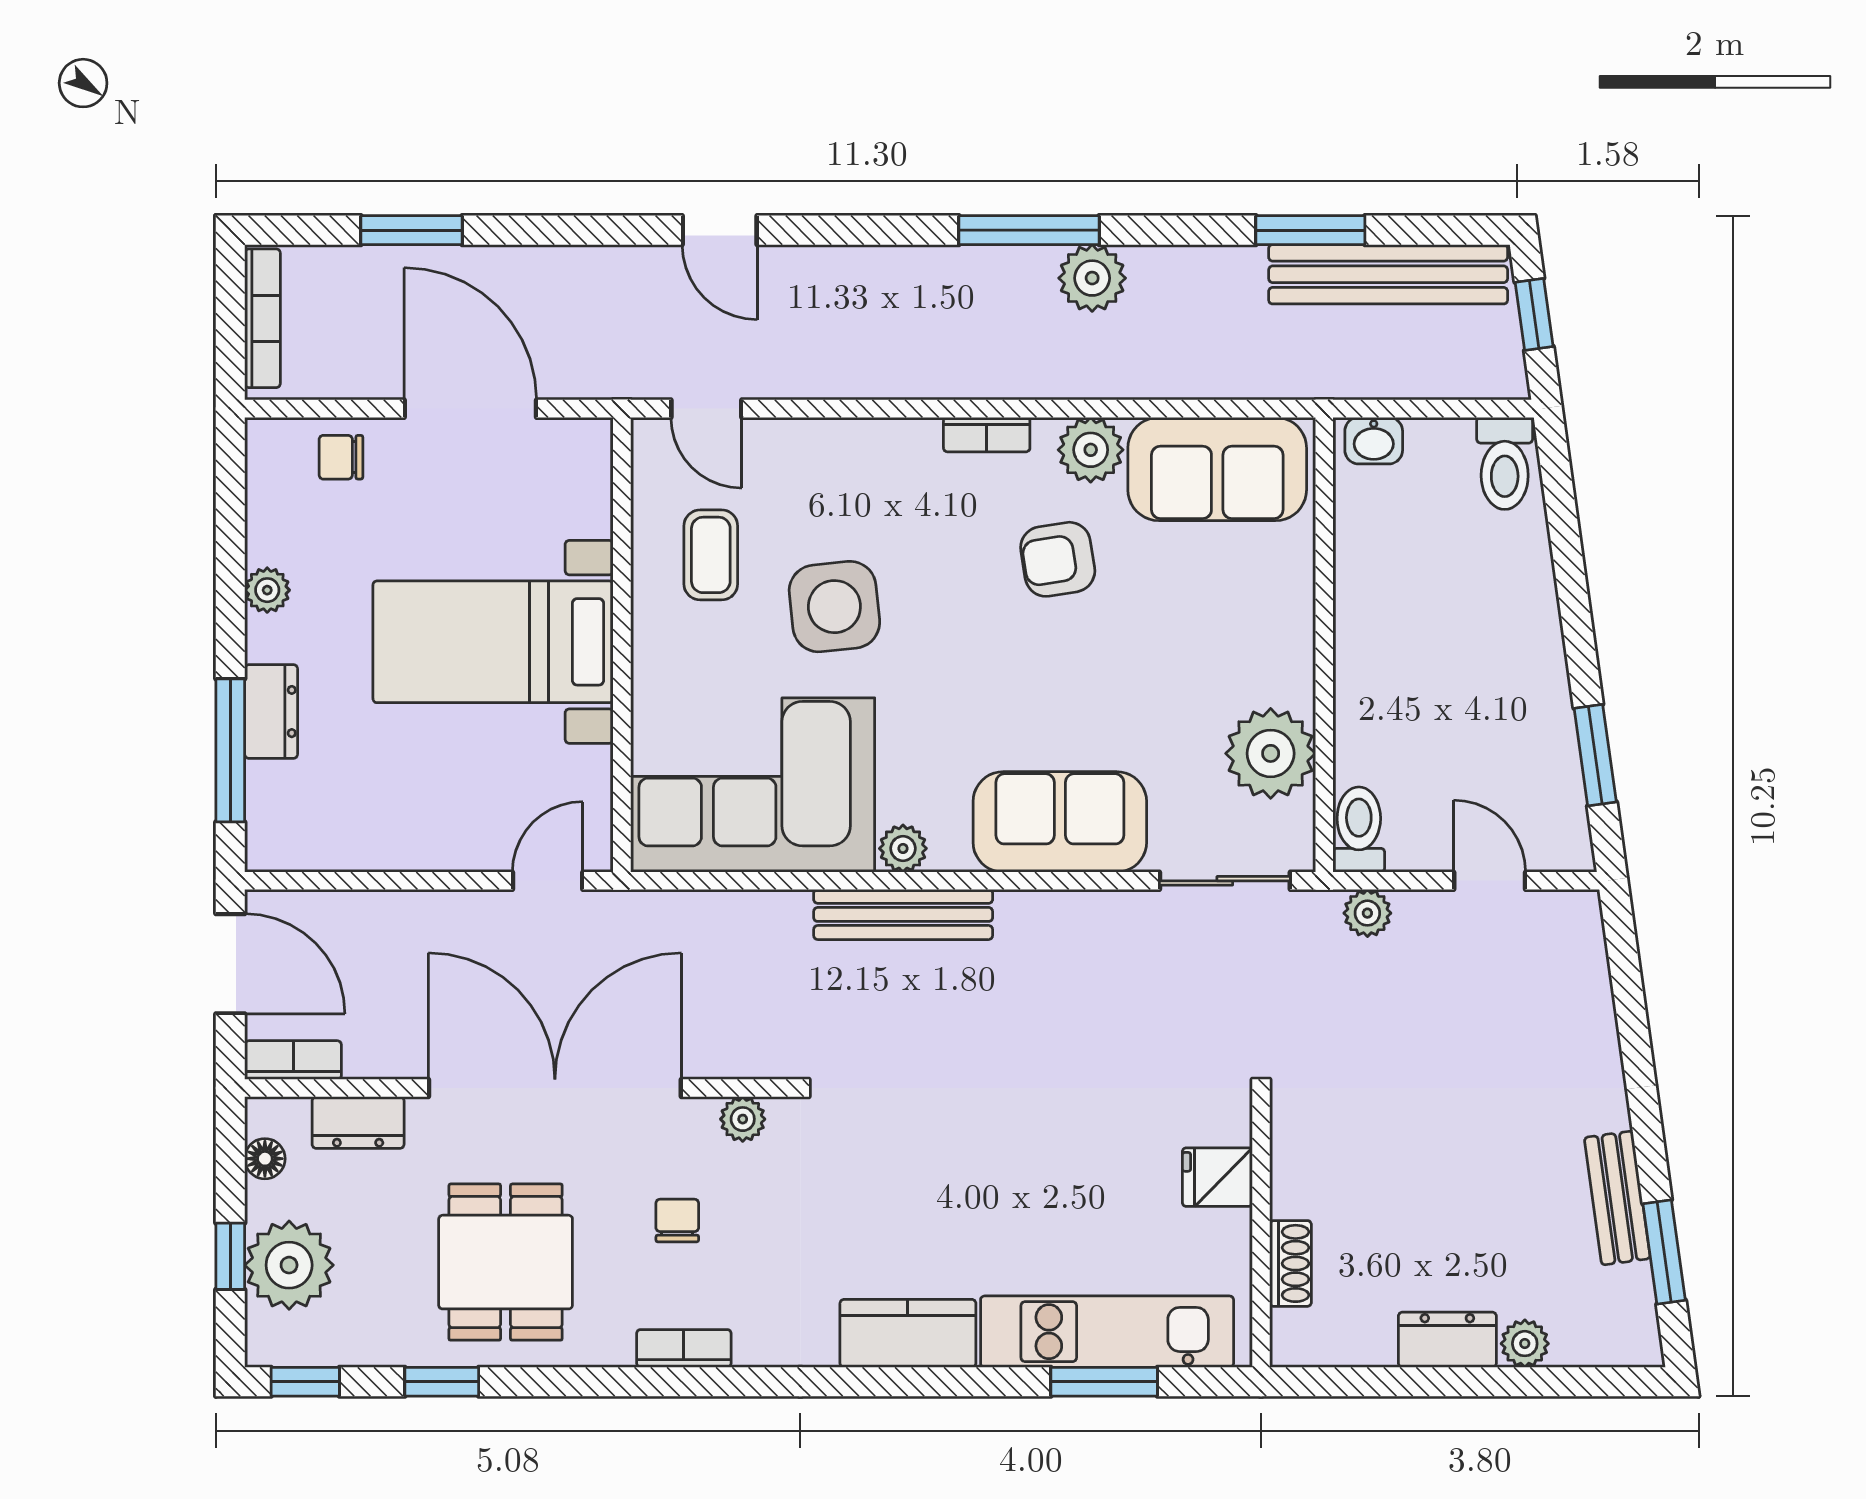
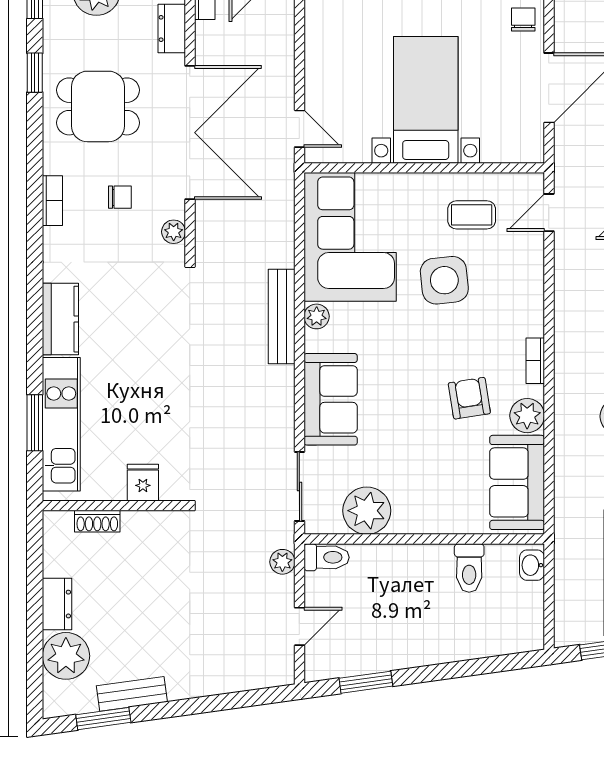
toilet: (1505, 463) -> (469, 568), moved, turned -90
plant: (1525, 1344) -> (66, 656), width x1.87, depth x1.87

